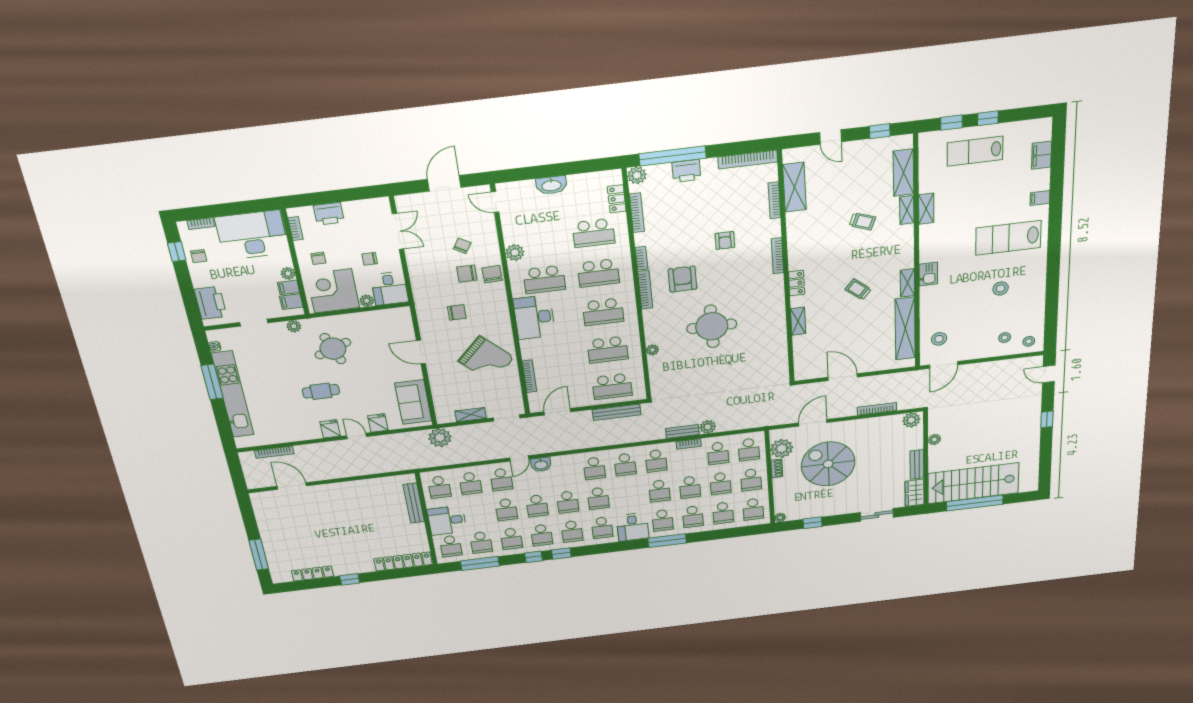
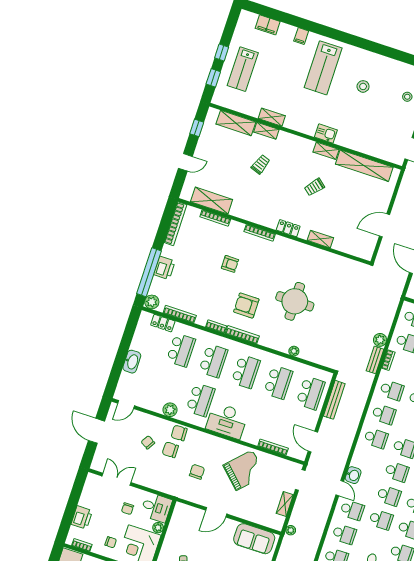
chair: (467, 274) -> (170, 450), turned 90
stool: (939, 339) -> (385, 144), removed
plant: (440, 438) -> (291, 530), width x0.53, depth x0.53

